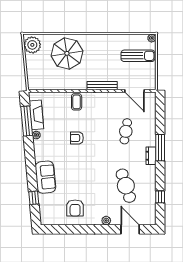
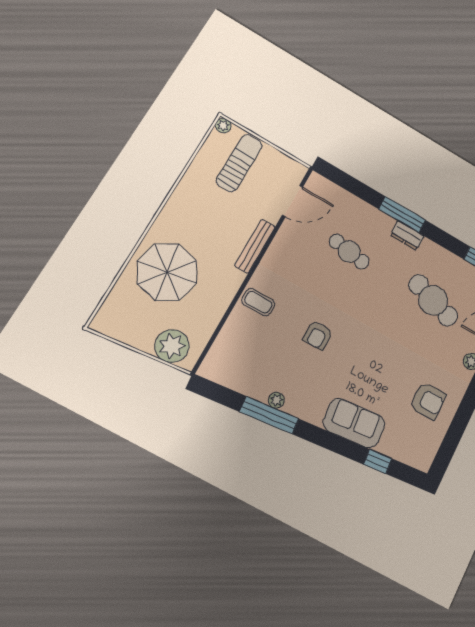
plant: (32, 45) -> (172, 346), moved
fireplace: (36, 115) -> (242, 381), removed
window: (27, 121) -> (269, 415), moved
cafe table: (126, 186) -> (433, 300), turned 36

